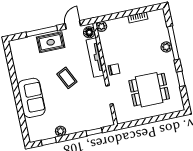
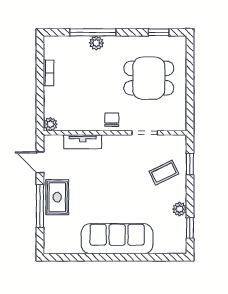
floor lamp: (89, 32) -> (55, 142), removed
tv unit: (95, 58) -> (83, 142), width x0.71
coffee table: (67, 78) -> (164, 173), moved
window: (181, 79) -> (159, 32), moved
dining table: (149, 90) -> (149, 78), turned 90
sofa: (31, 98) -> (117, 239), width x1.36

